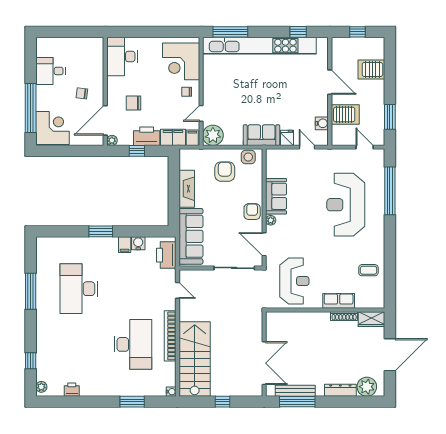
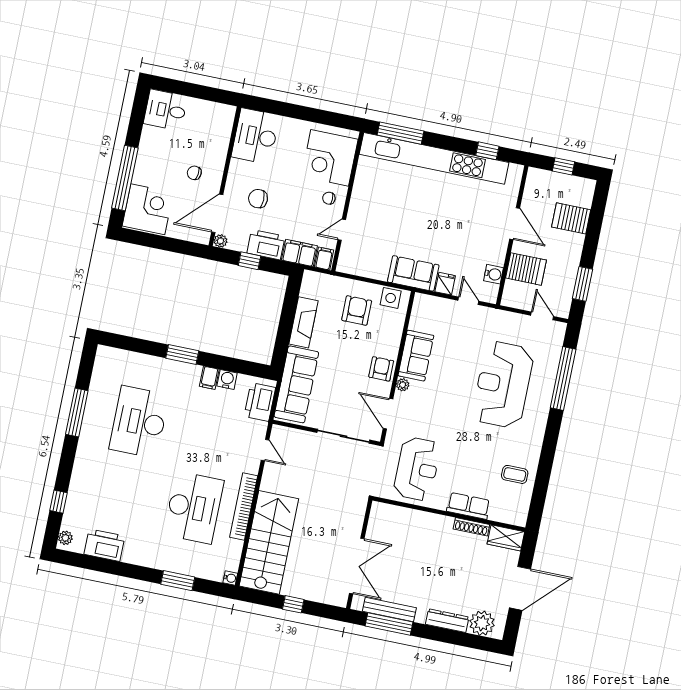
desk: (51, 71) -> (166, 110), moved
plant: (213, 135) -> (351, 261), removed
printer: (72, 390) -> (104, 545), width x1.87, depth x1.48

